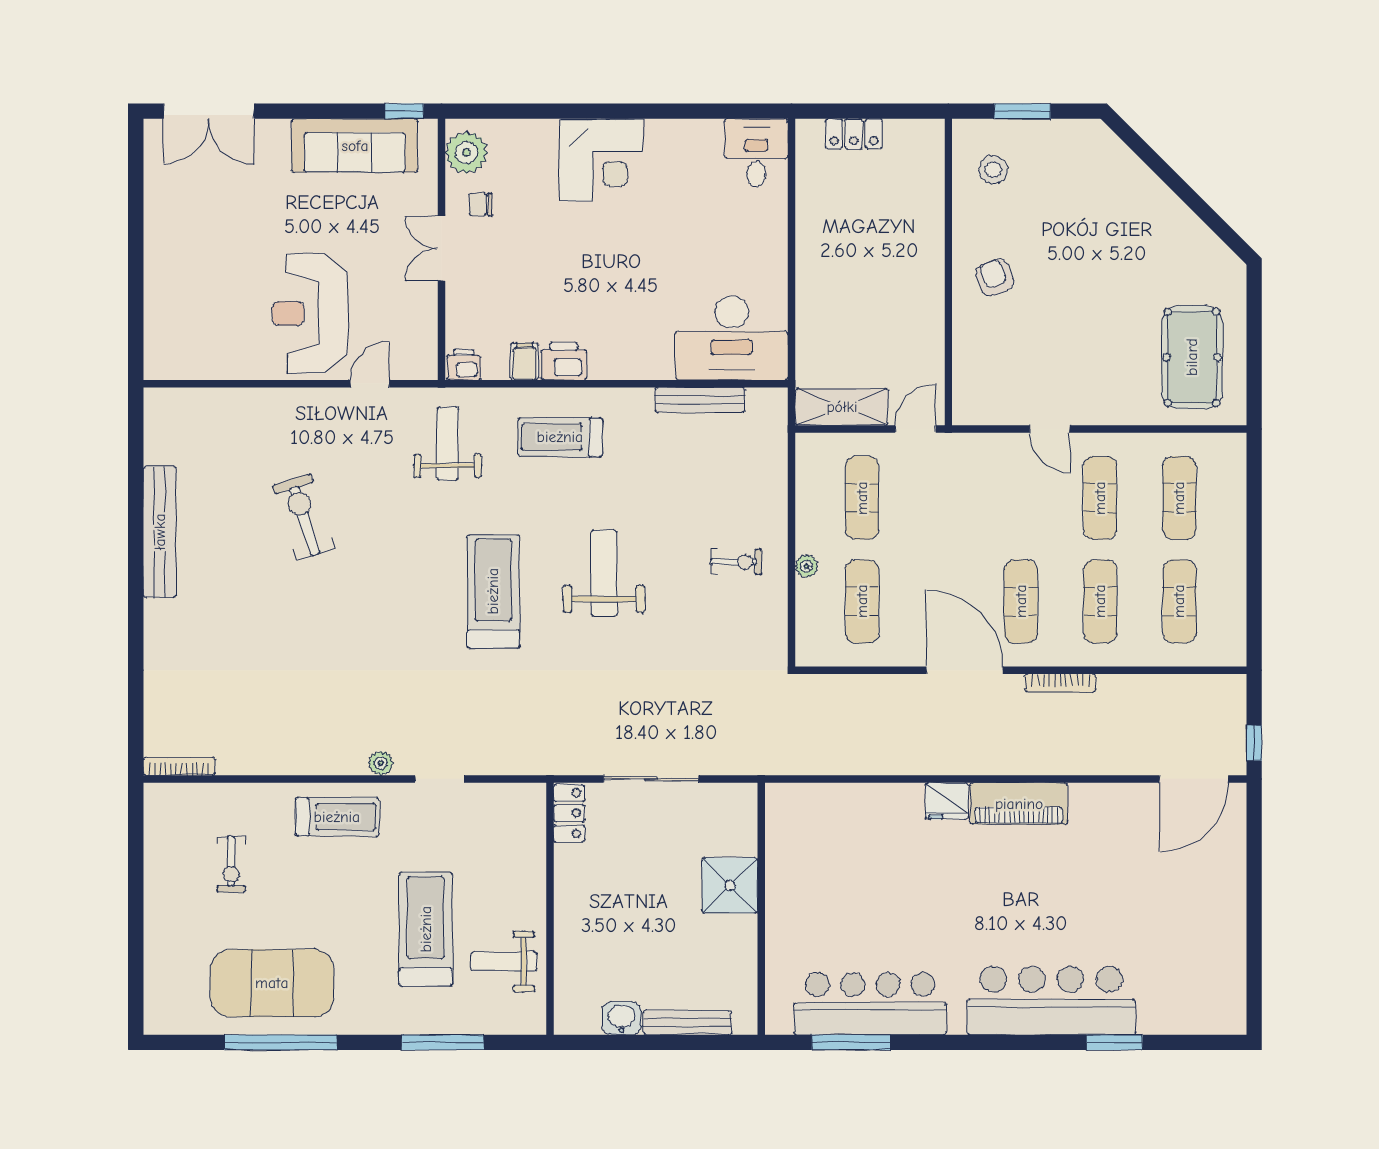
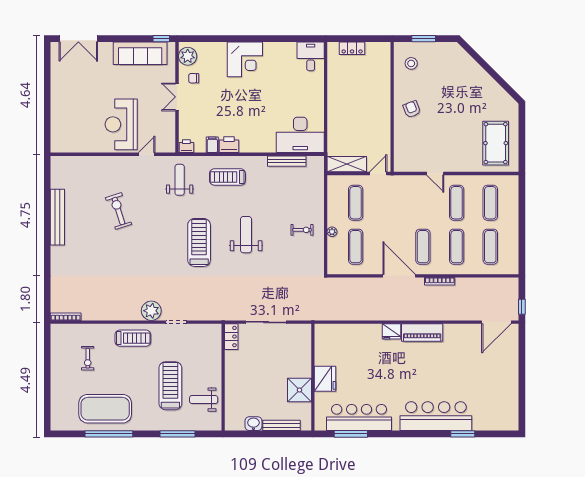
plant: (381, 763) -> (151, 311), width x1.87, depth x1.87
shower: (730, 885) -> (299, 390), moved
fridge: (790, 913) -> (325, 379), added

